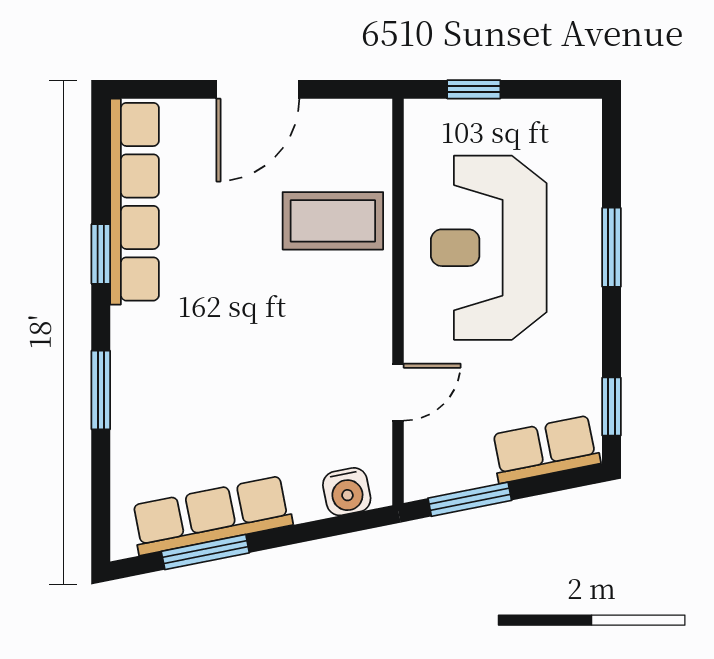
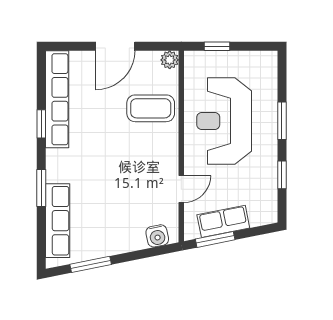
plant: (373, 118) -> (170, 60), added
window: (611, 407) -> (282, 175), moved
row of seats: (545, 449) -> (223, 221), moved
row of seats: (211, 515) -> (58, 221), moved, turned 101

